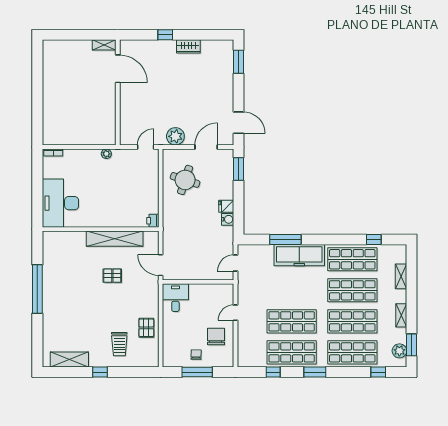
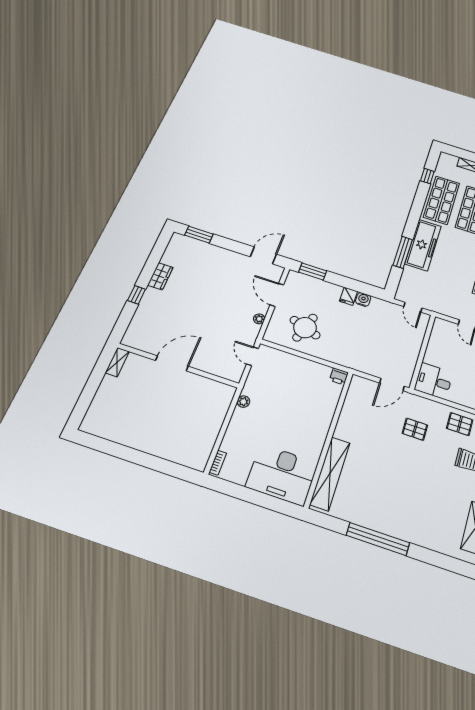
door: (118, 69) -> (172, 363), moved
plant: (175, 136) -> (259, 319), width x0.53, depth x0.53
shelving: (115, 239) -> (330, 473), moved
pallet: (112, 276) -> (415, 429), moved, turned 90

